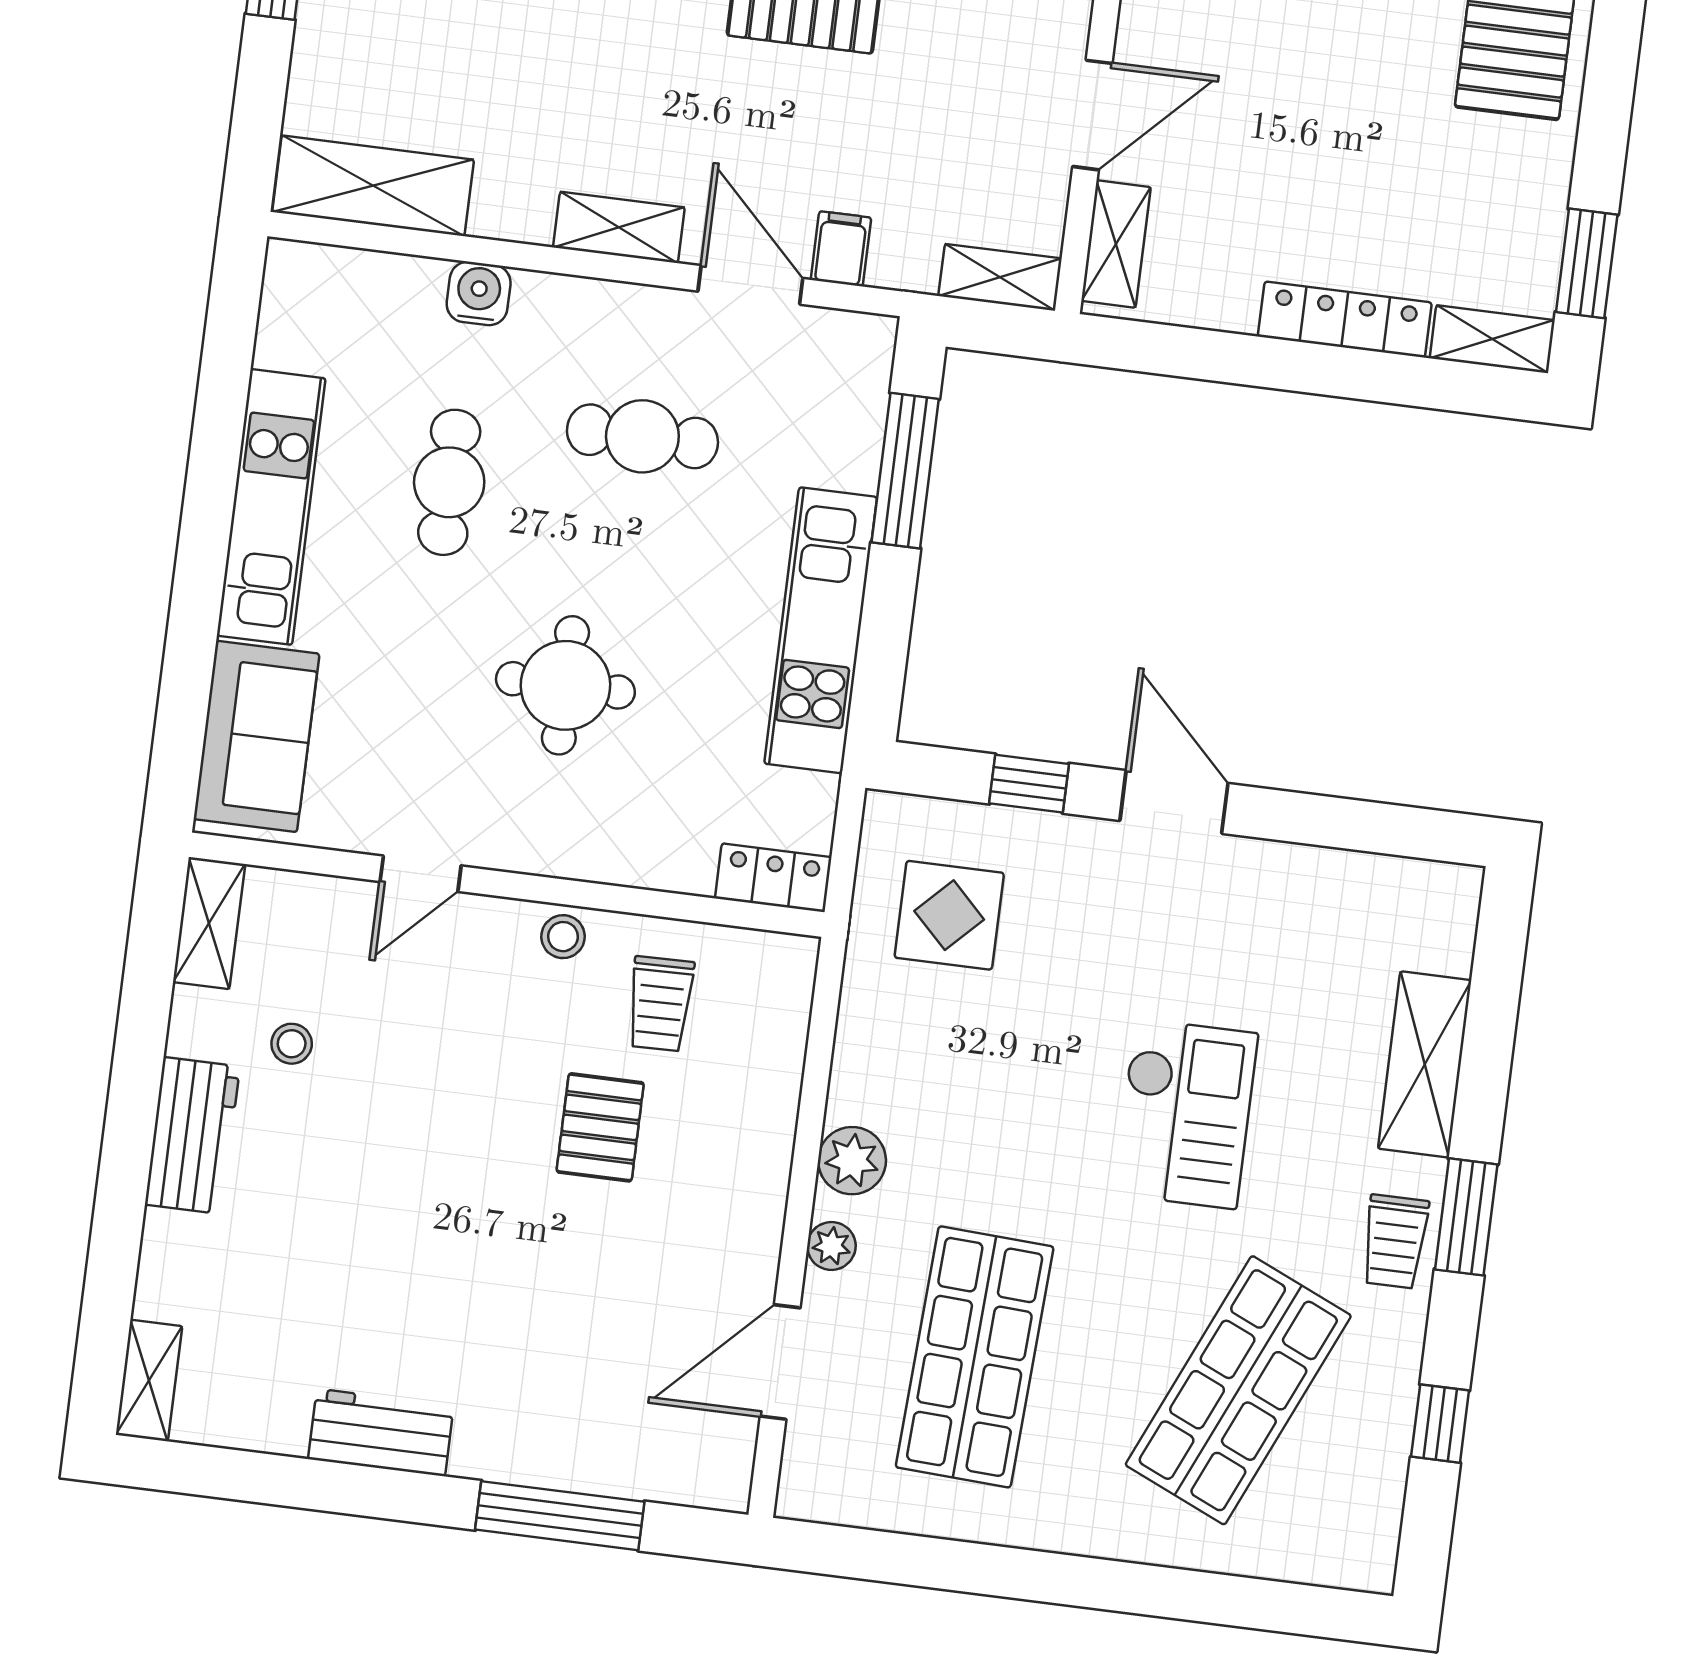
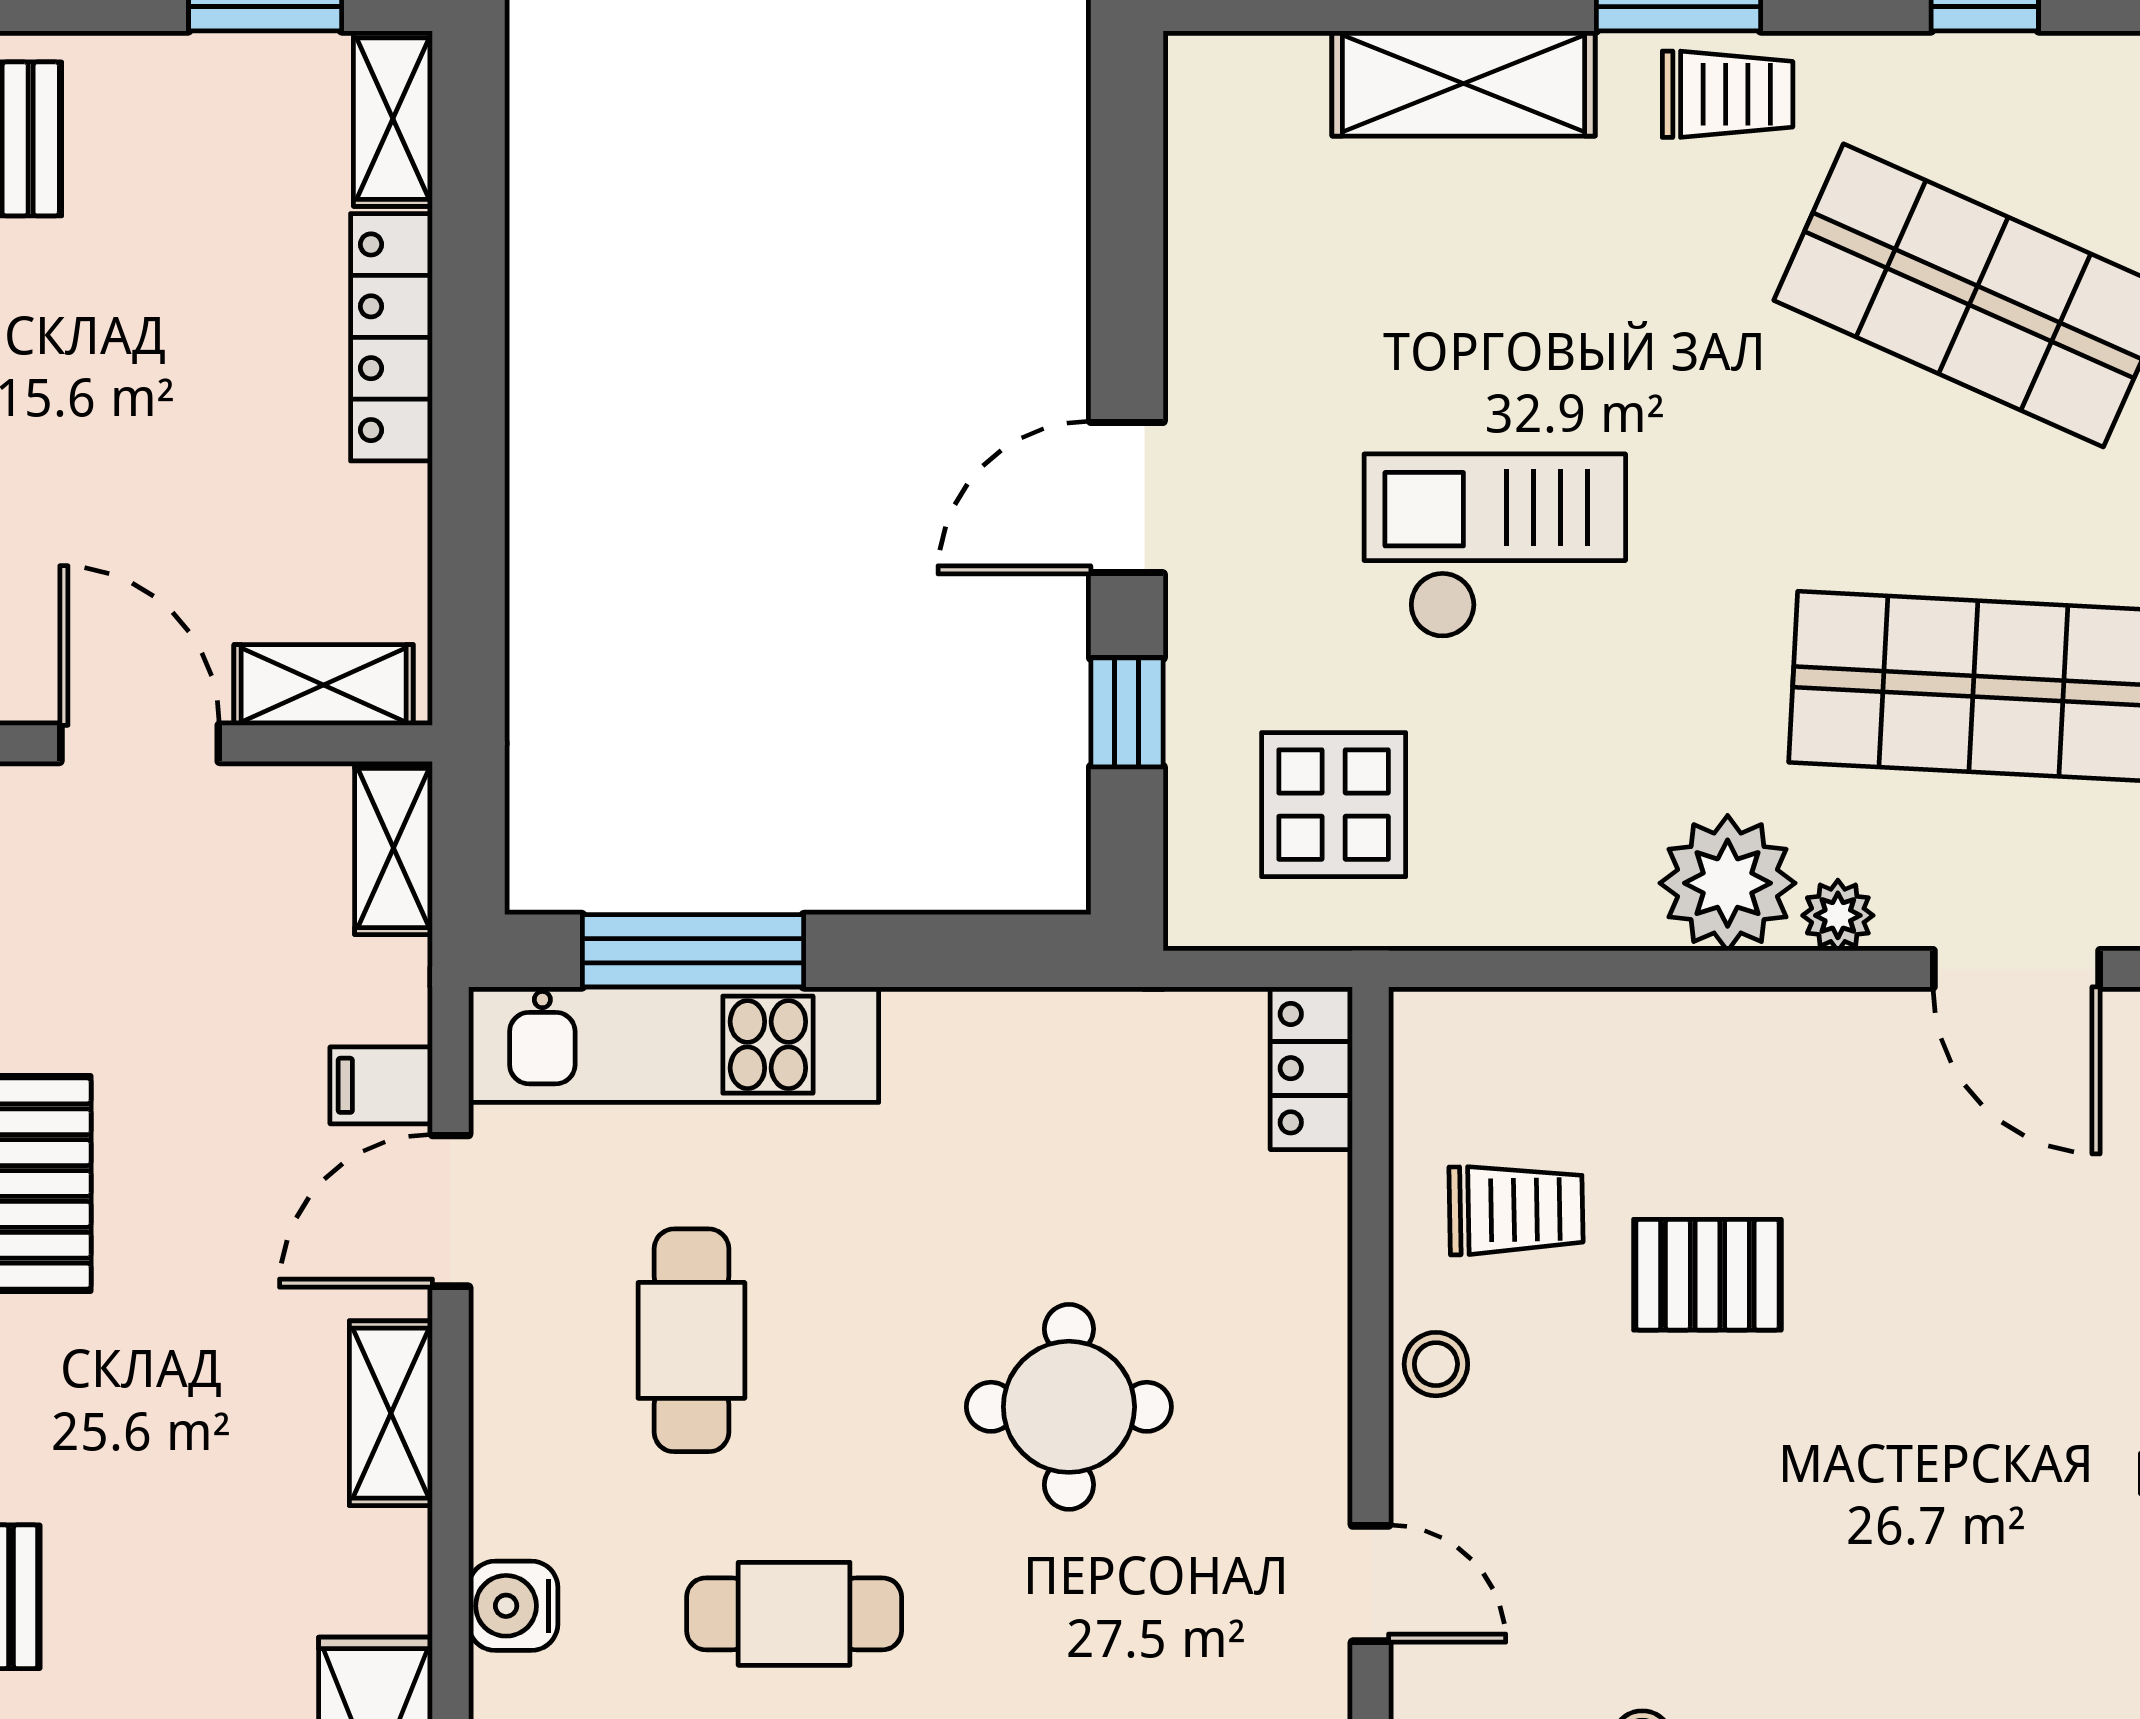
kitchen unit: (821, 630) -> (674, 1045), moved
checkout: (1185, 1114) -> (1495, 546), moved
plant: (852, 1161) -> (1728, 883), width x1.36, depth x1.36

